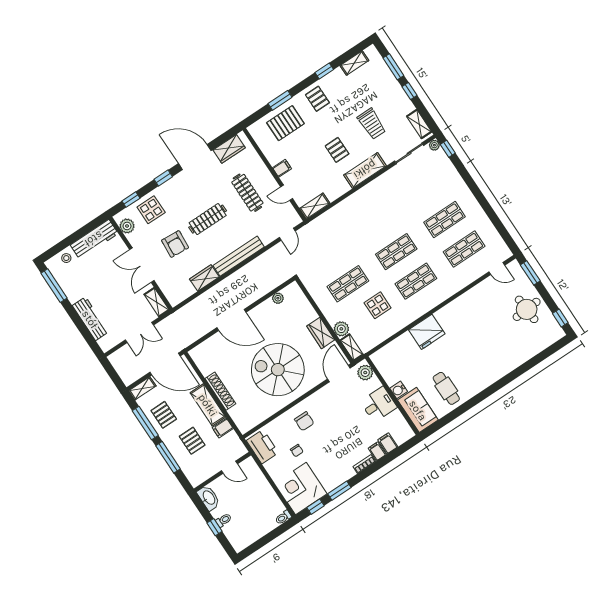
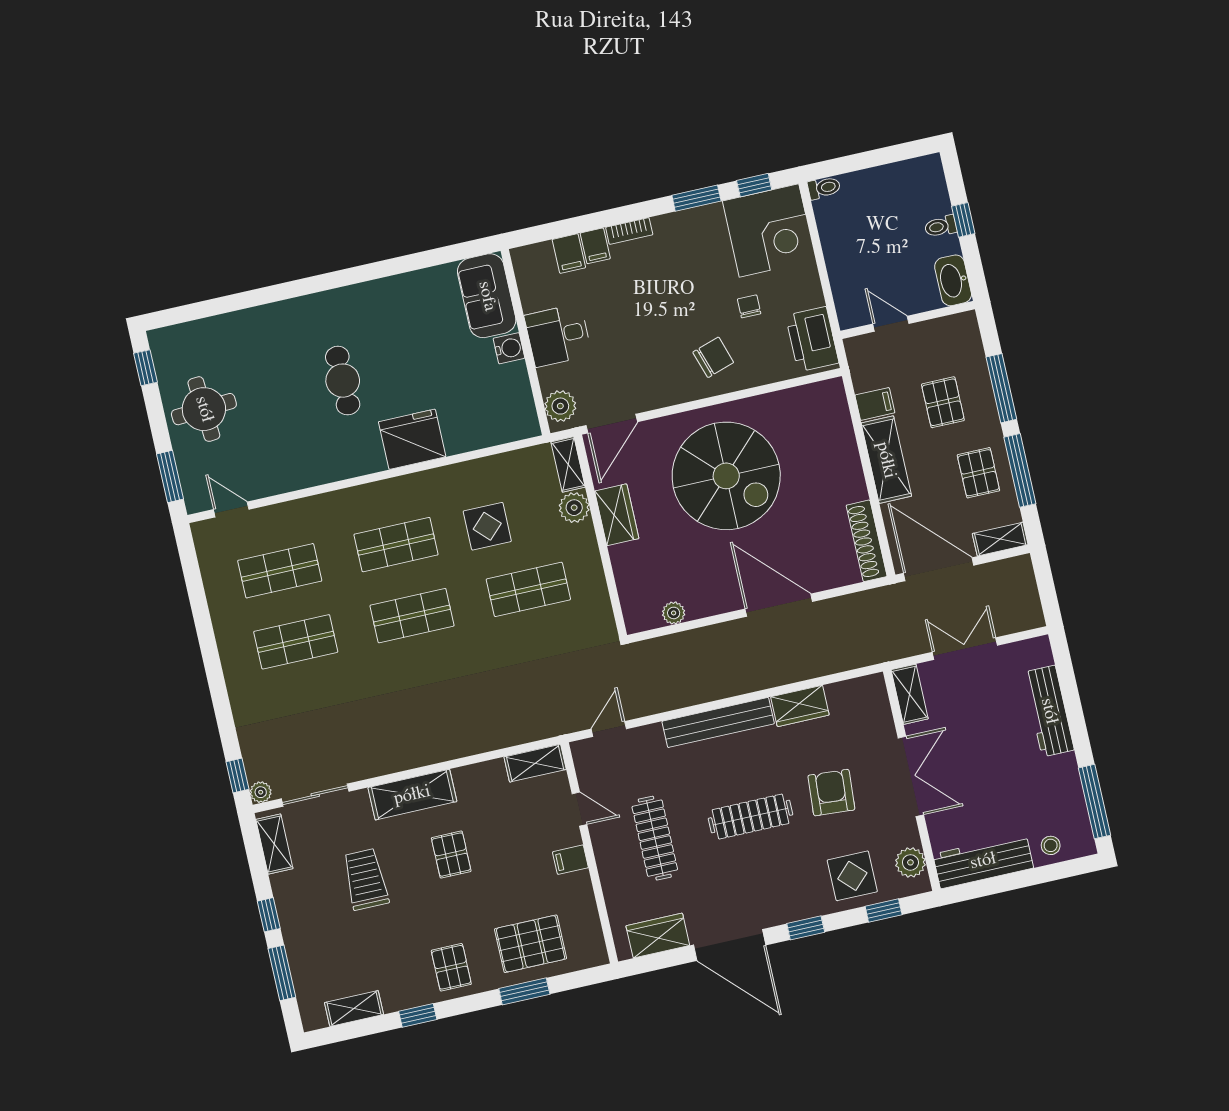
cafe table: (446, 388) -> (343, 381), moved
shoe rack: (220, 391) -> (867, 541), moved
chair: (304, 421) -> (713, 357), turned 72

